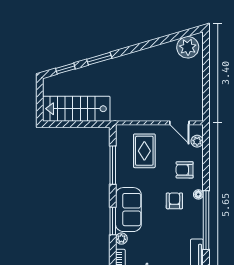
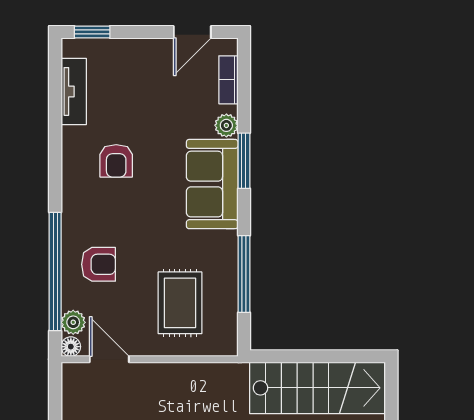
floor lamp: (198, 194) -> (71, 347), moved
armchair: (174, 201) -> (116, 161), moved
window: (206, 220) -> (55, 272), moved

